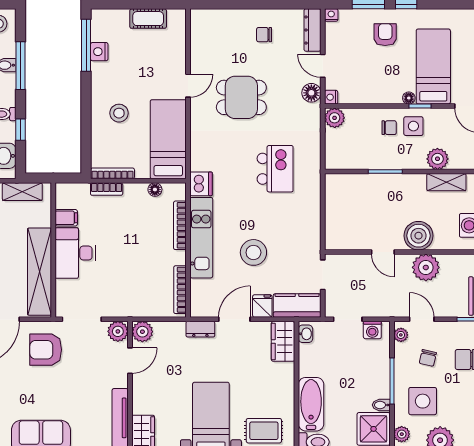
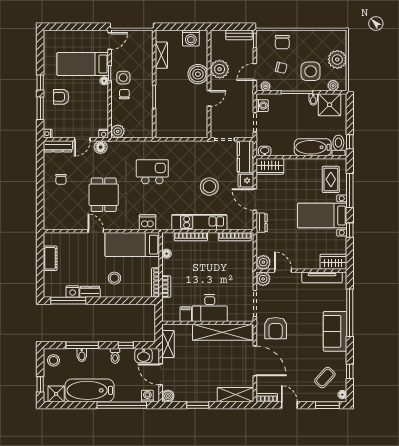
dresser: (99, 77) -> (90, 292), added
plant: (437, 159) -> (146, 61), removed
dishwasher: (201, 184) -> (148, 222), moved

